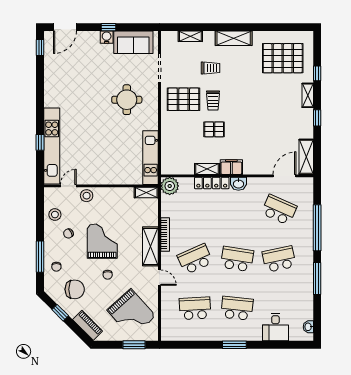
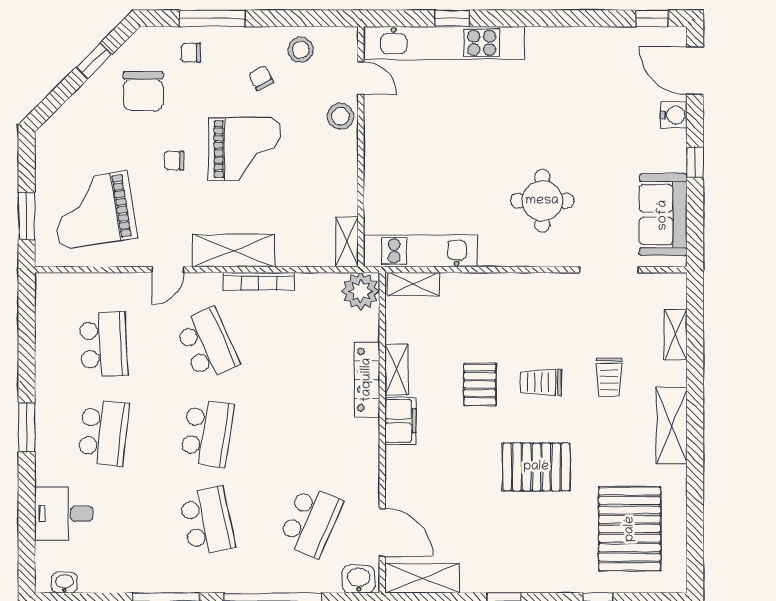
water cooler: (107, 37) -> (674, 115), moved
shelving: (308, 95) -> (414, 284), moved
pallet: (183, 99) -> (536, 467), moved, turned 90
washbasin: (238, 184) -> (359, 579), moved, turned 90
grand piano: (131, 313) -> (93, 210), turned 33
piano: (88, 325) -> (68, 118), removed

